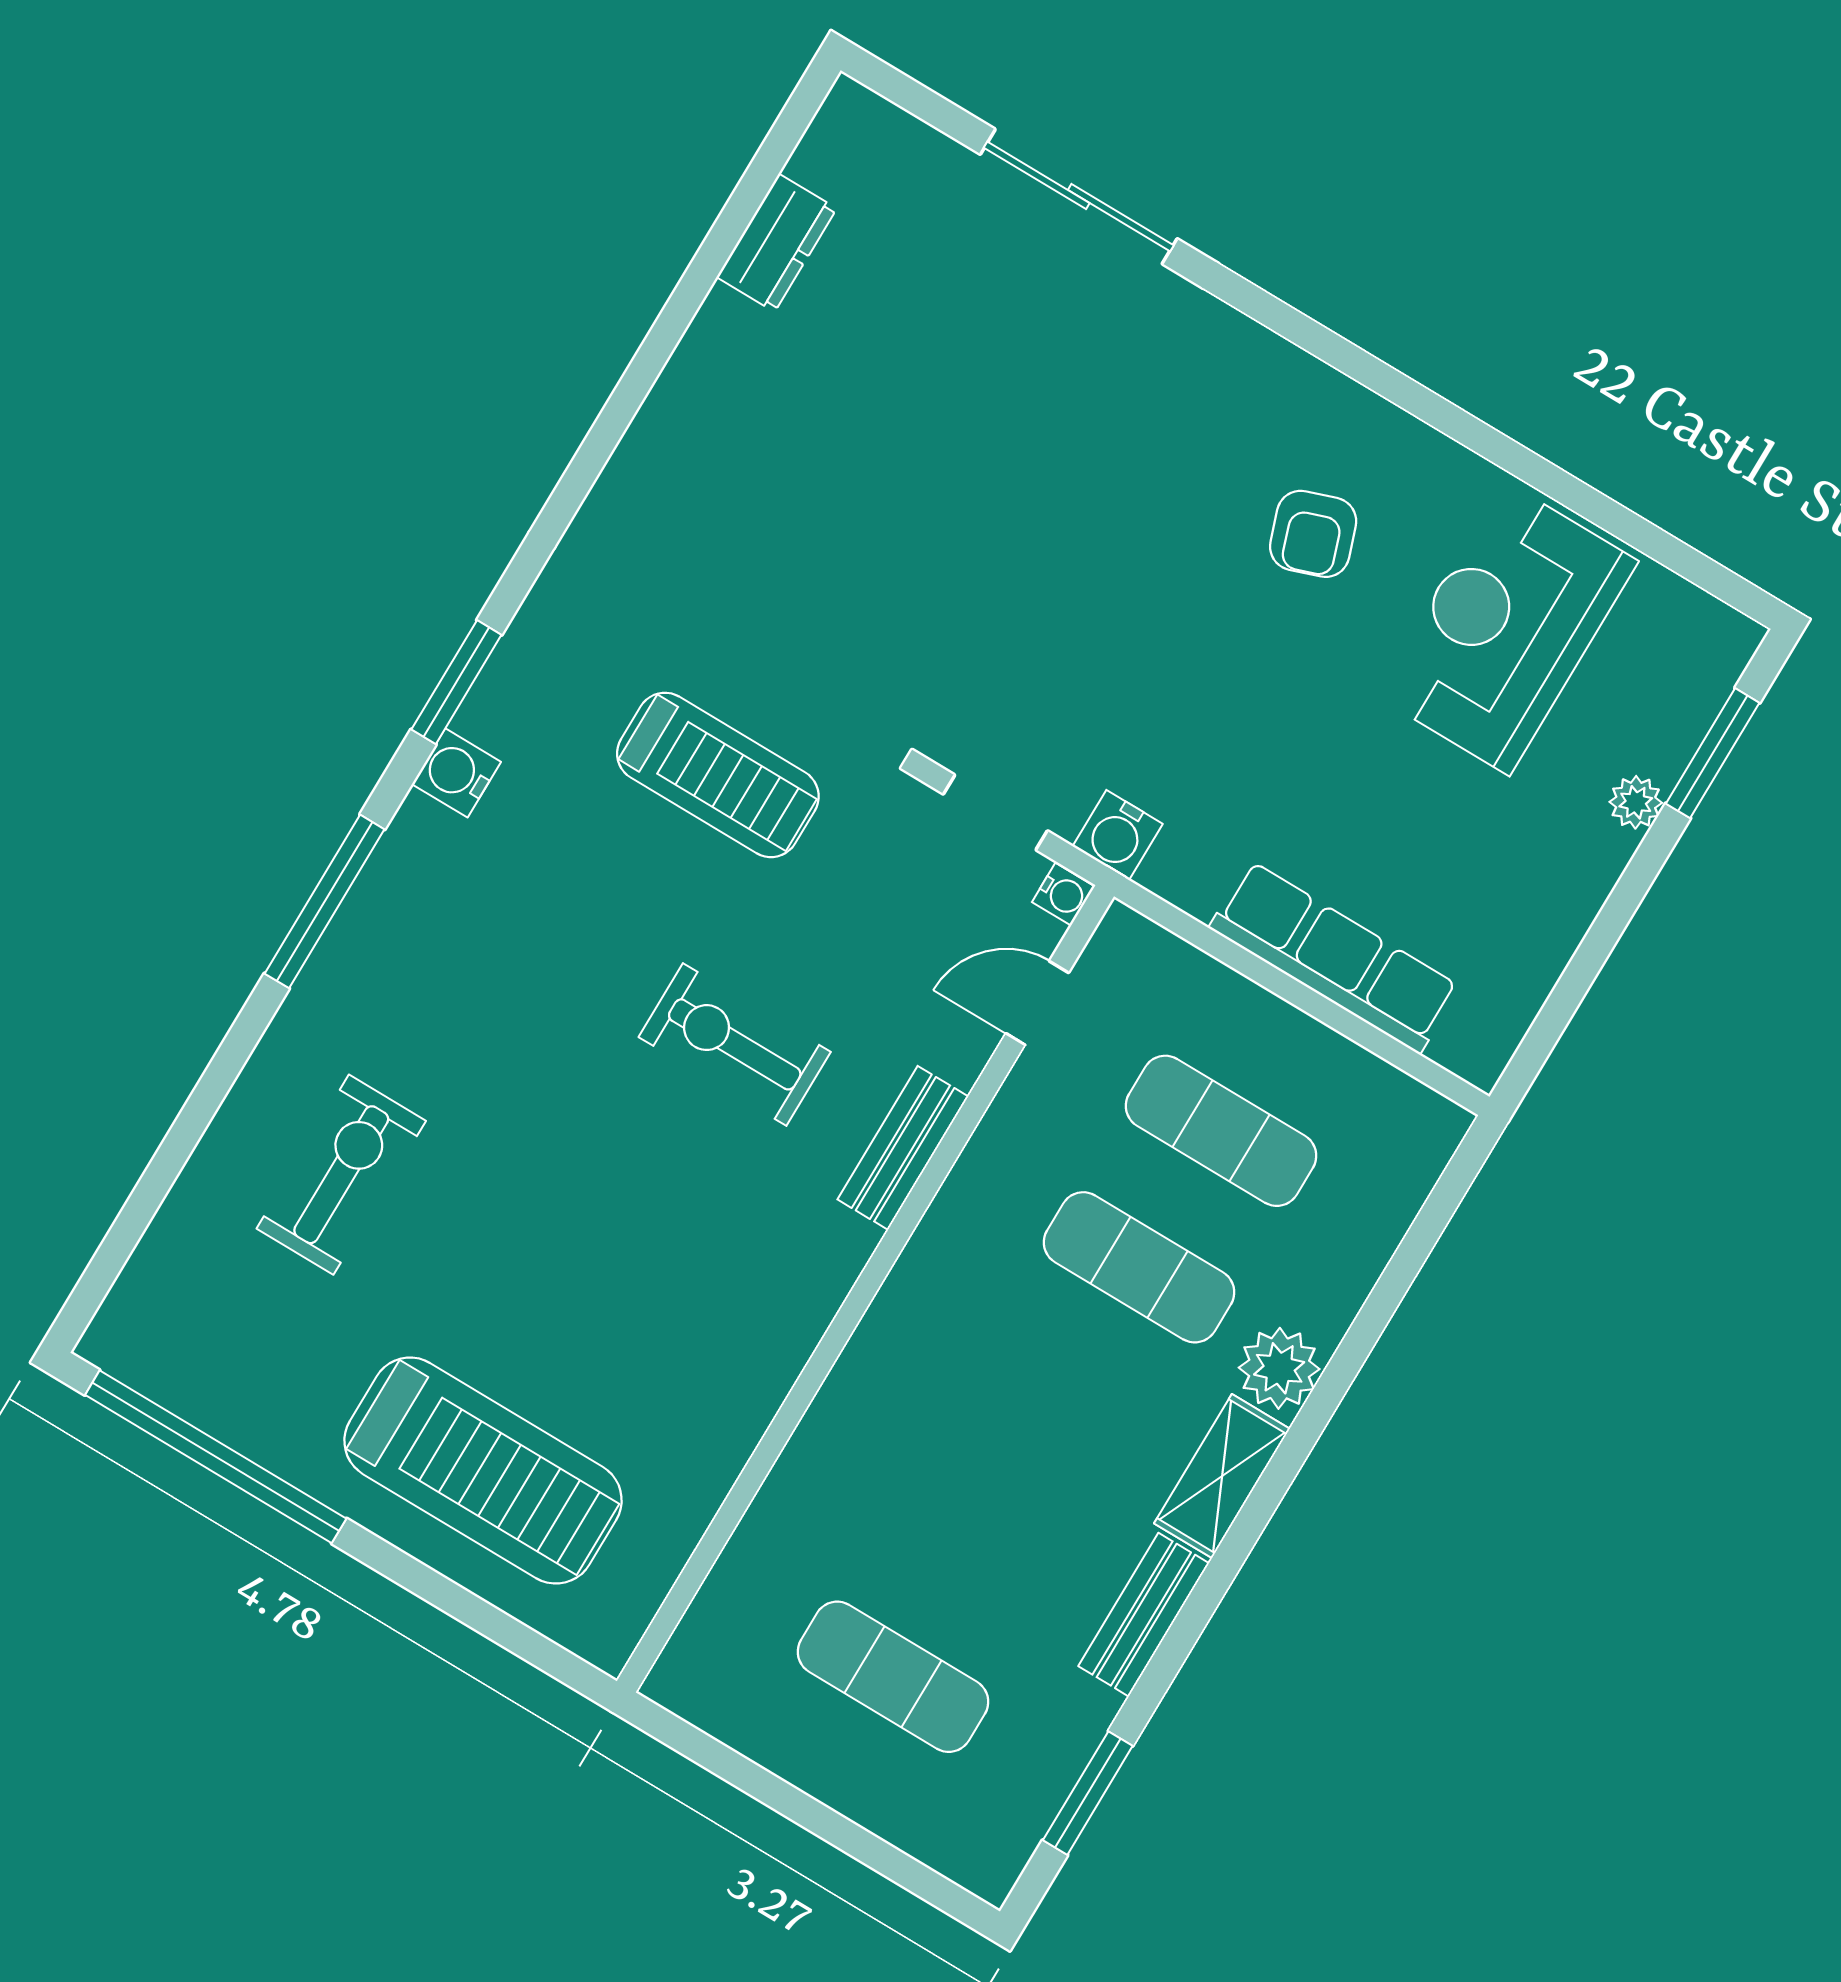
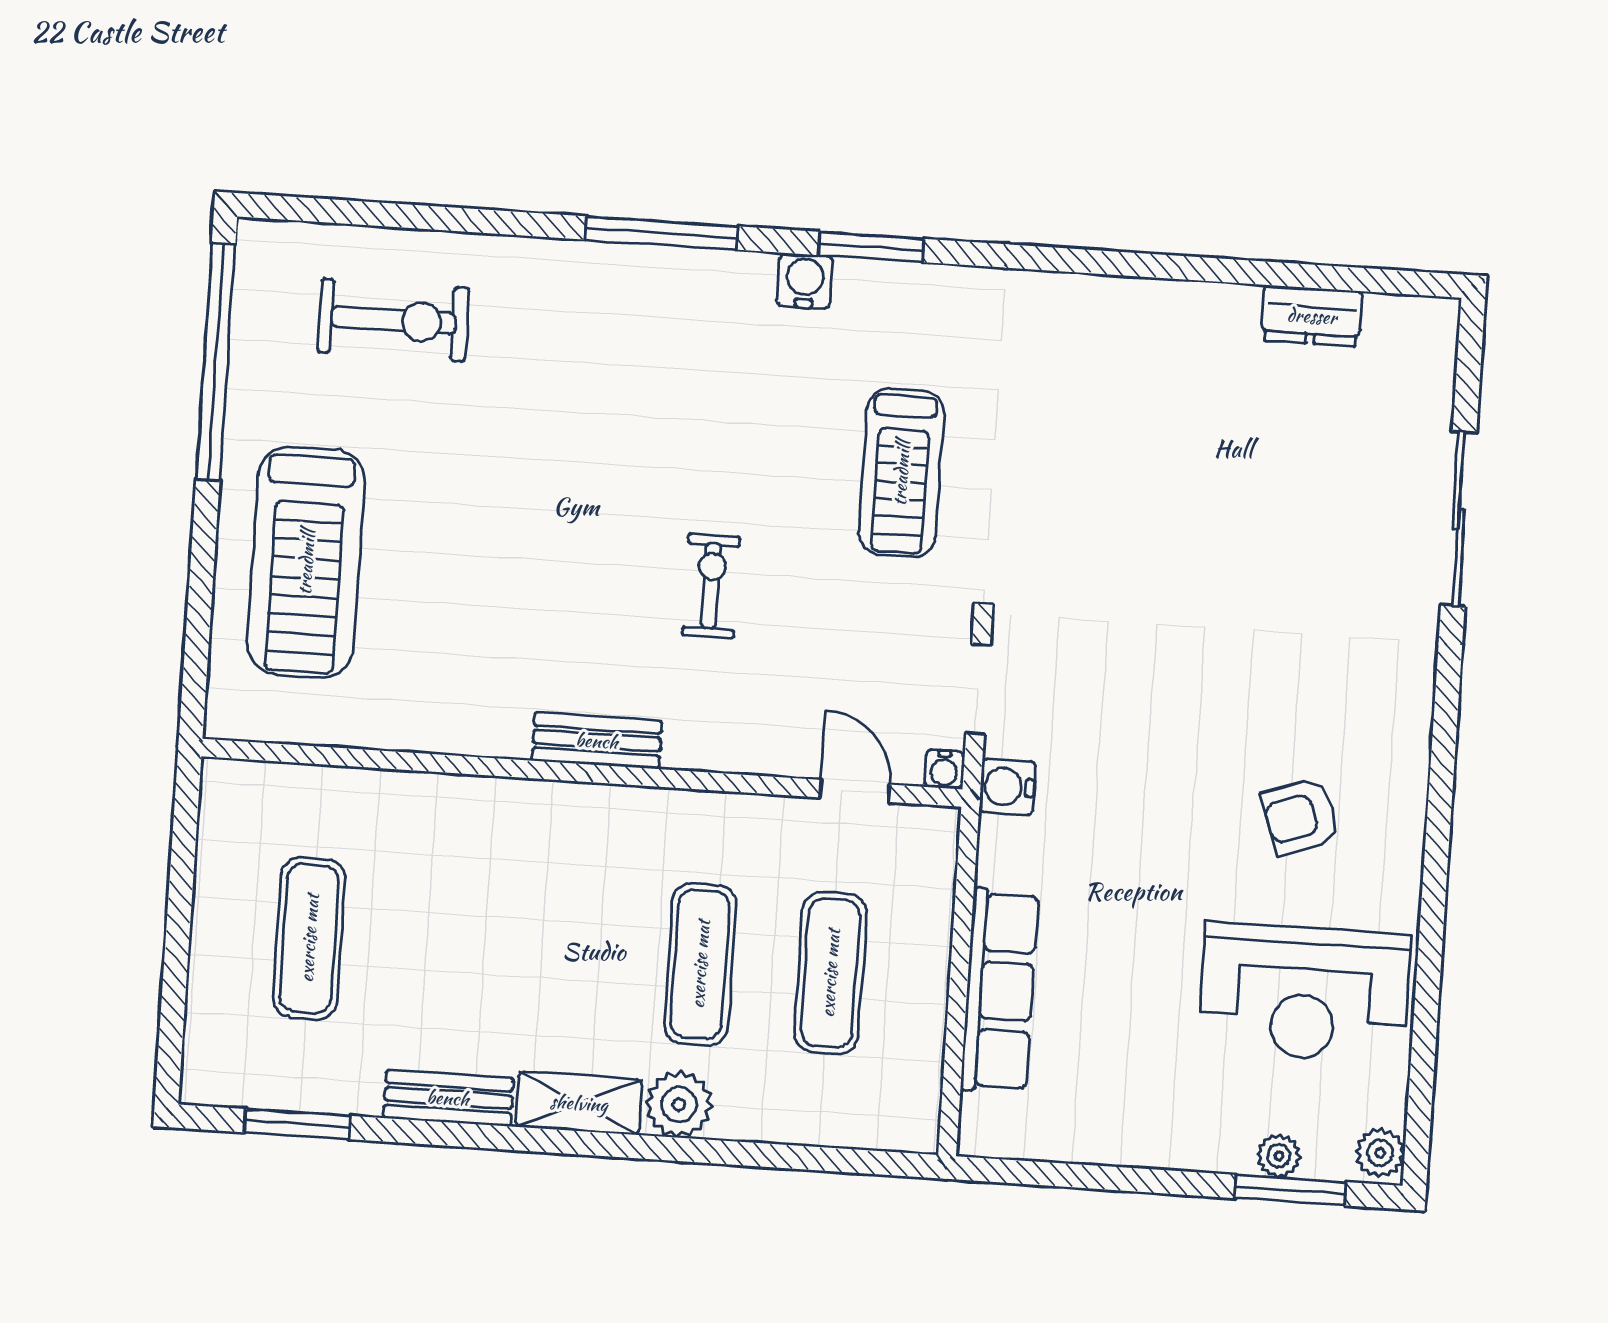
reception desk: (1507, 628) -> (1304, 993), turned 180
plant: (1723, 635) -> (1380, 1153), added
plant: (1636, 802) -> (1279, 1156), moved
exercise bike: (735, 1044) -> (711, 586), width x0.73, depth x0.72
bench: (903, 1148) -> (597, 741), moved
exercise bike: (341, 1175) -> (393, 320), moved

